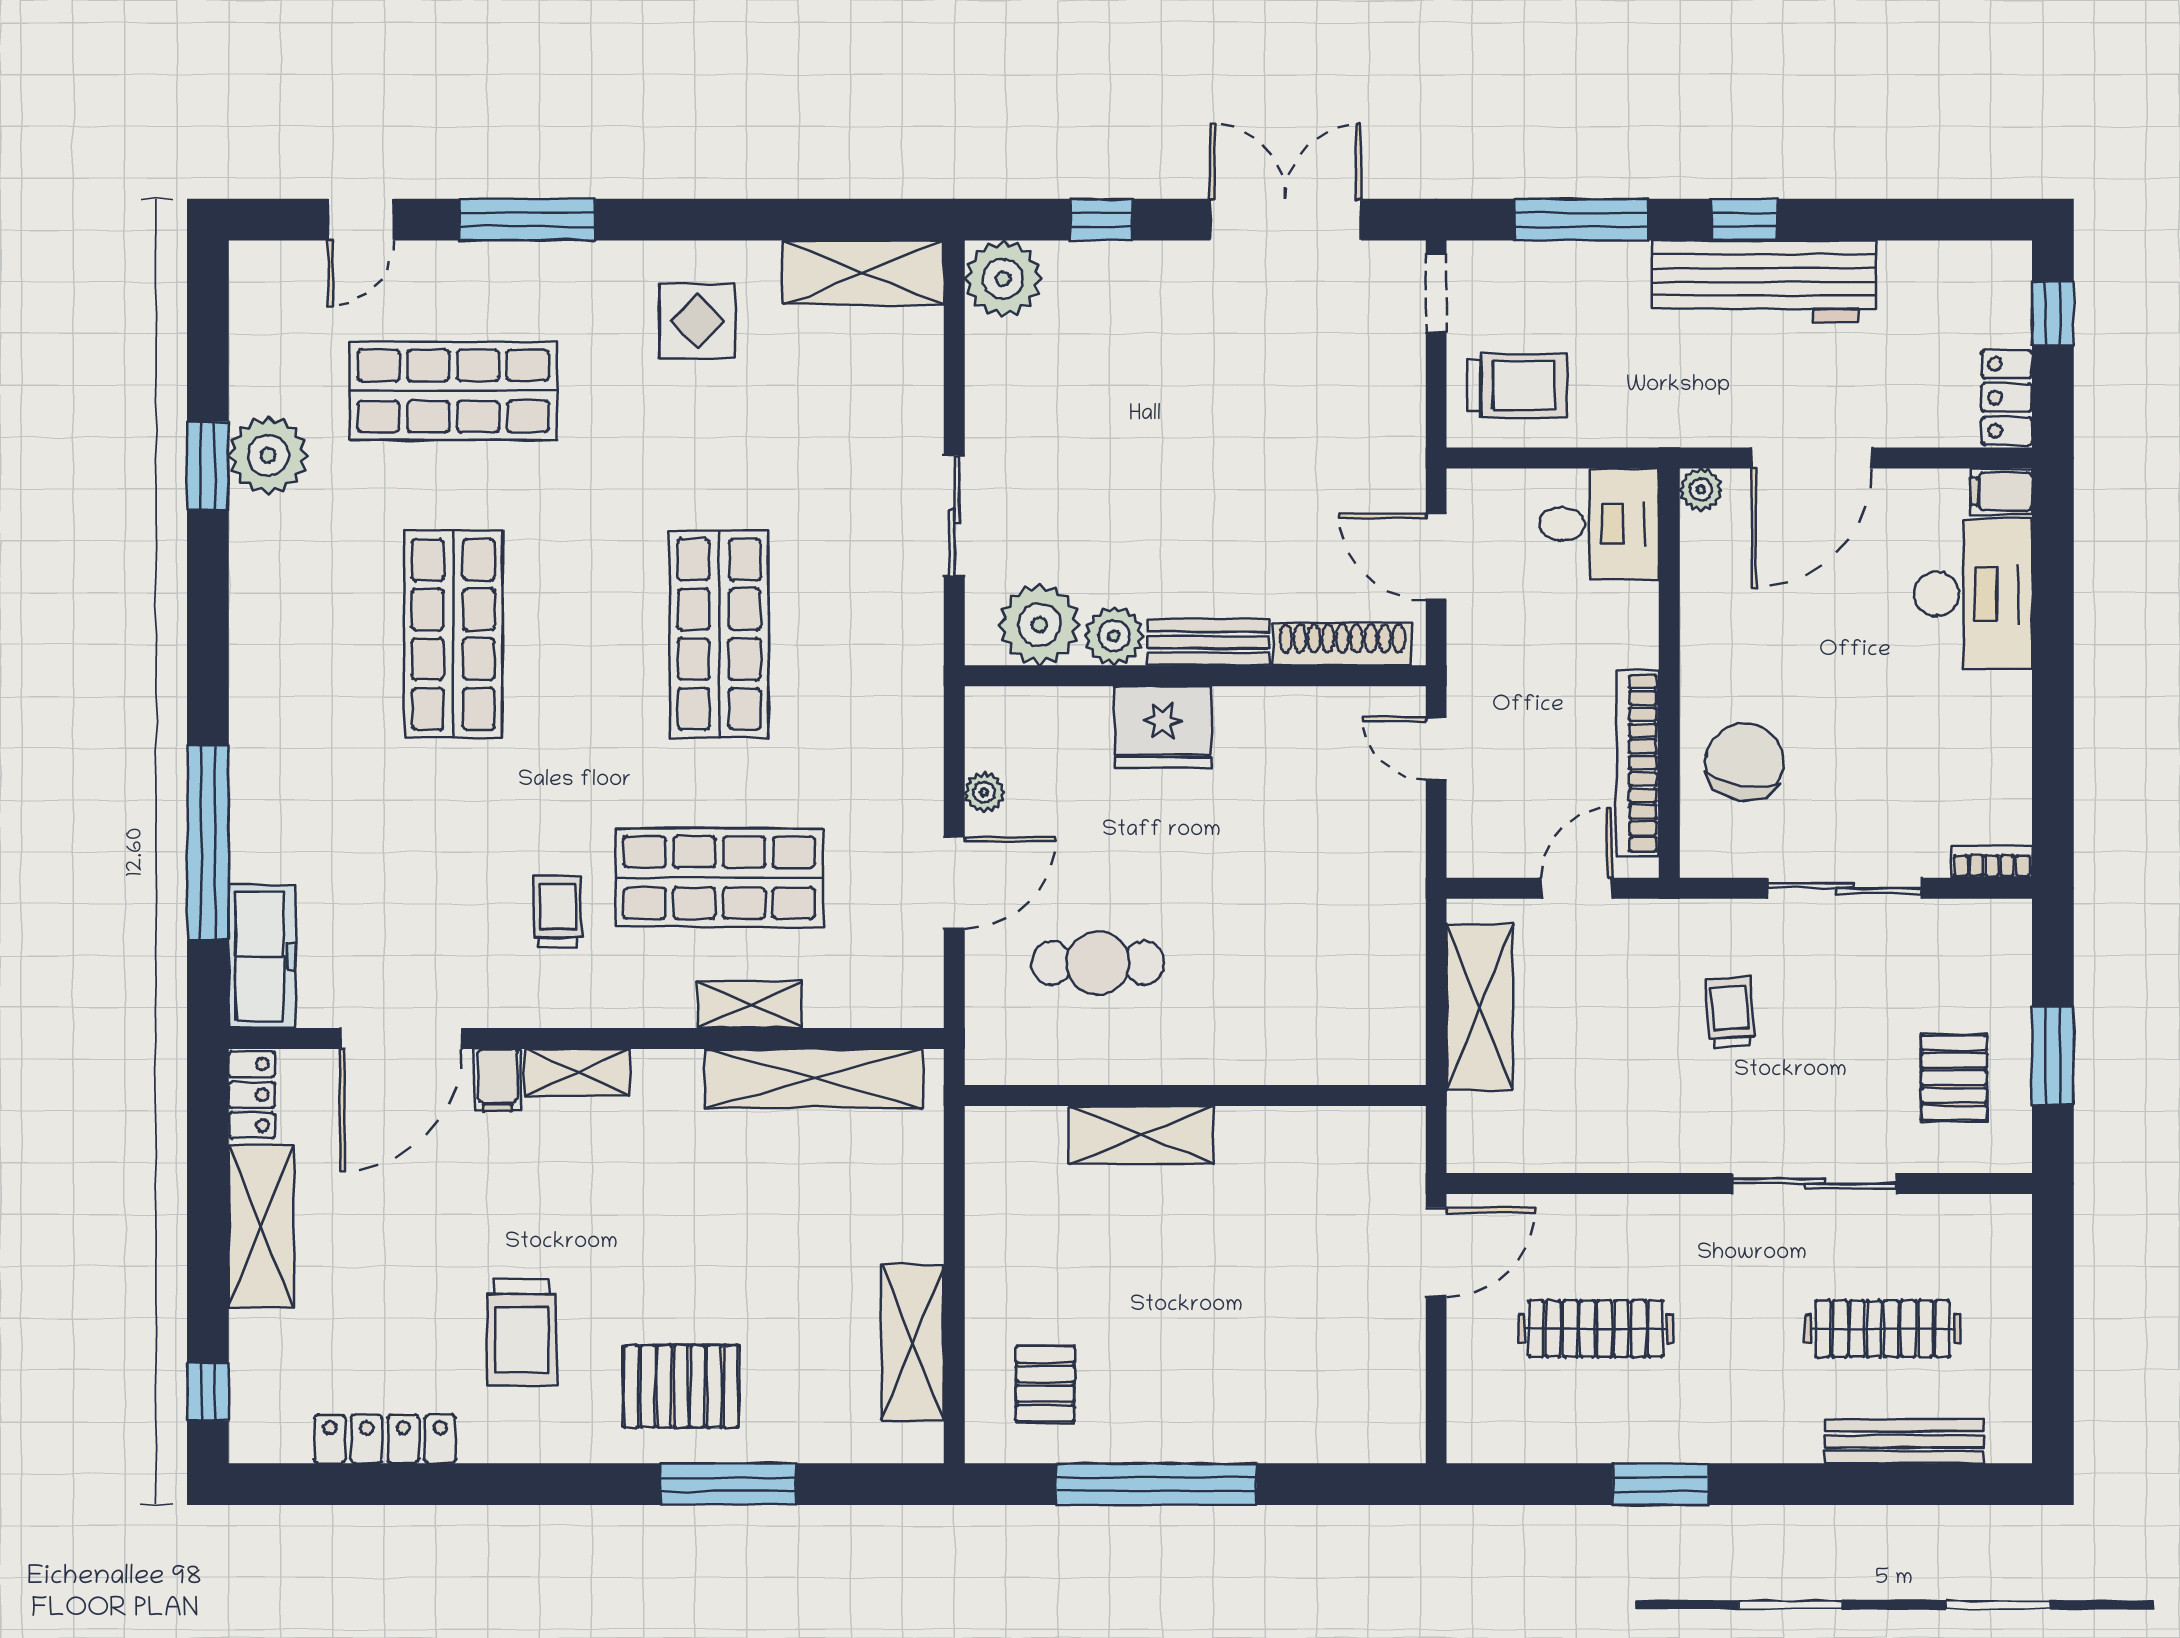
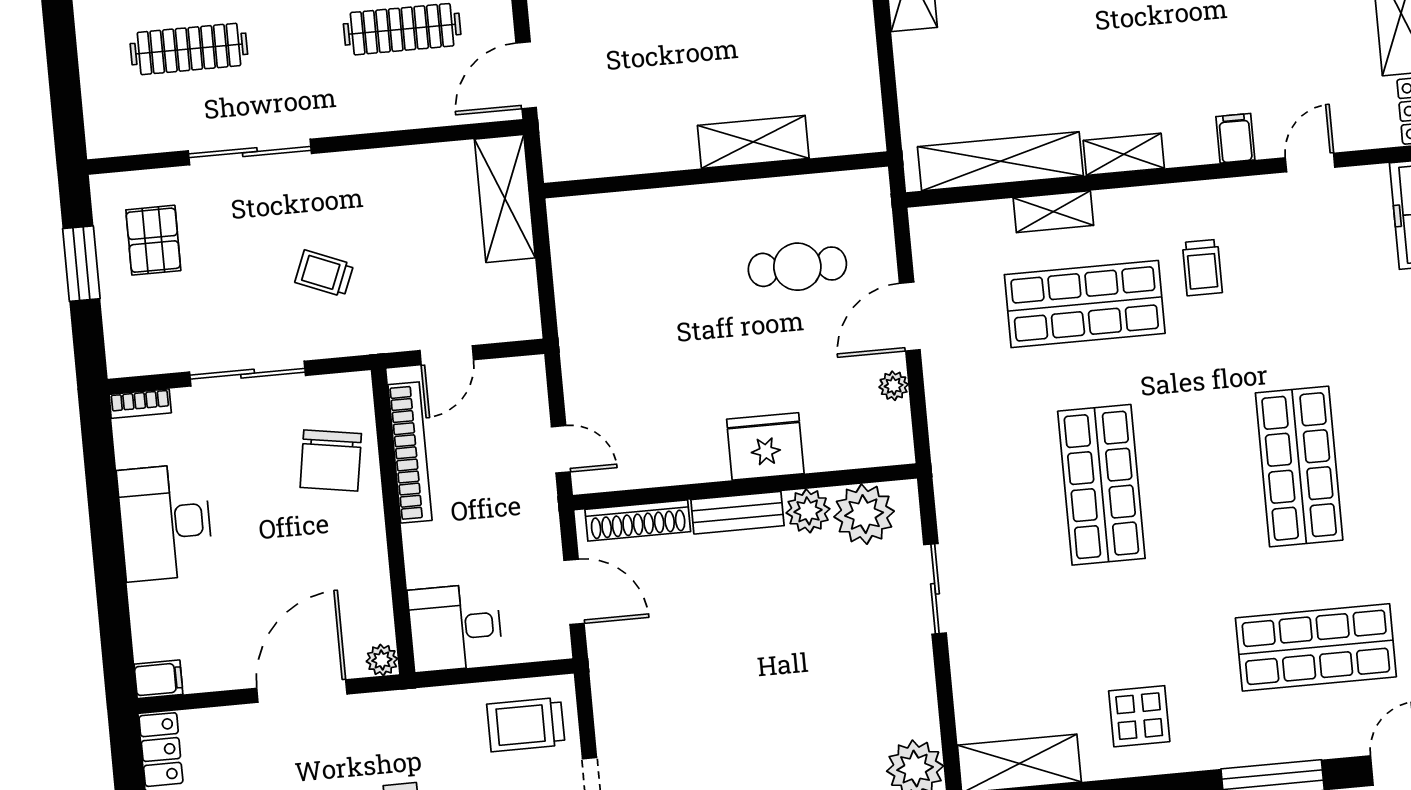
desk: (1973, 594) -> (165, 522), moved
shelving: (1480, 1007) -> (505, 198), moved
trolley: (1730, 1013) -> (324, 273), turned 116
door: (401, 1038) -> (1310, 162), width x0.53
shelving: (578, 1072) -> (1124, 154), moved

